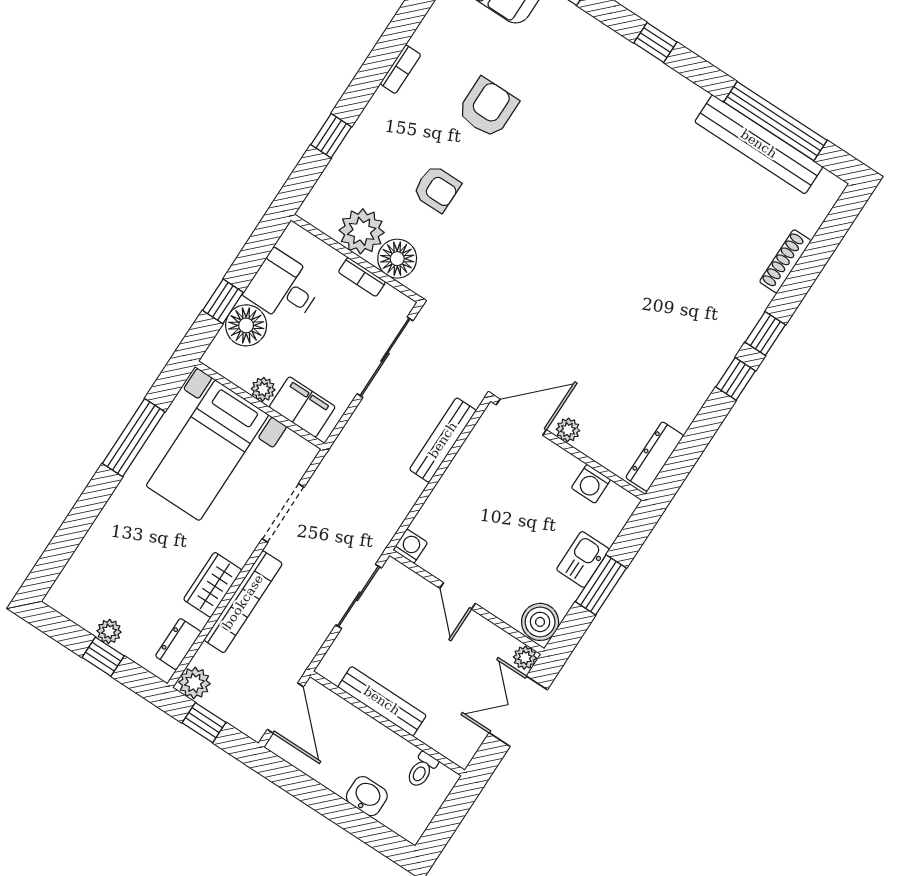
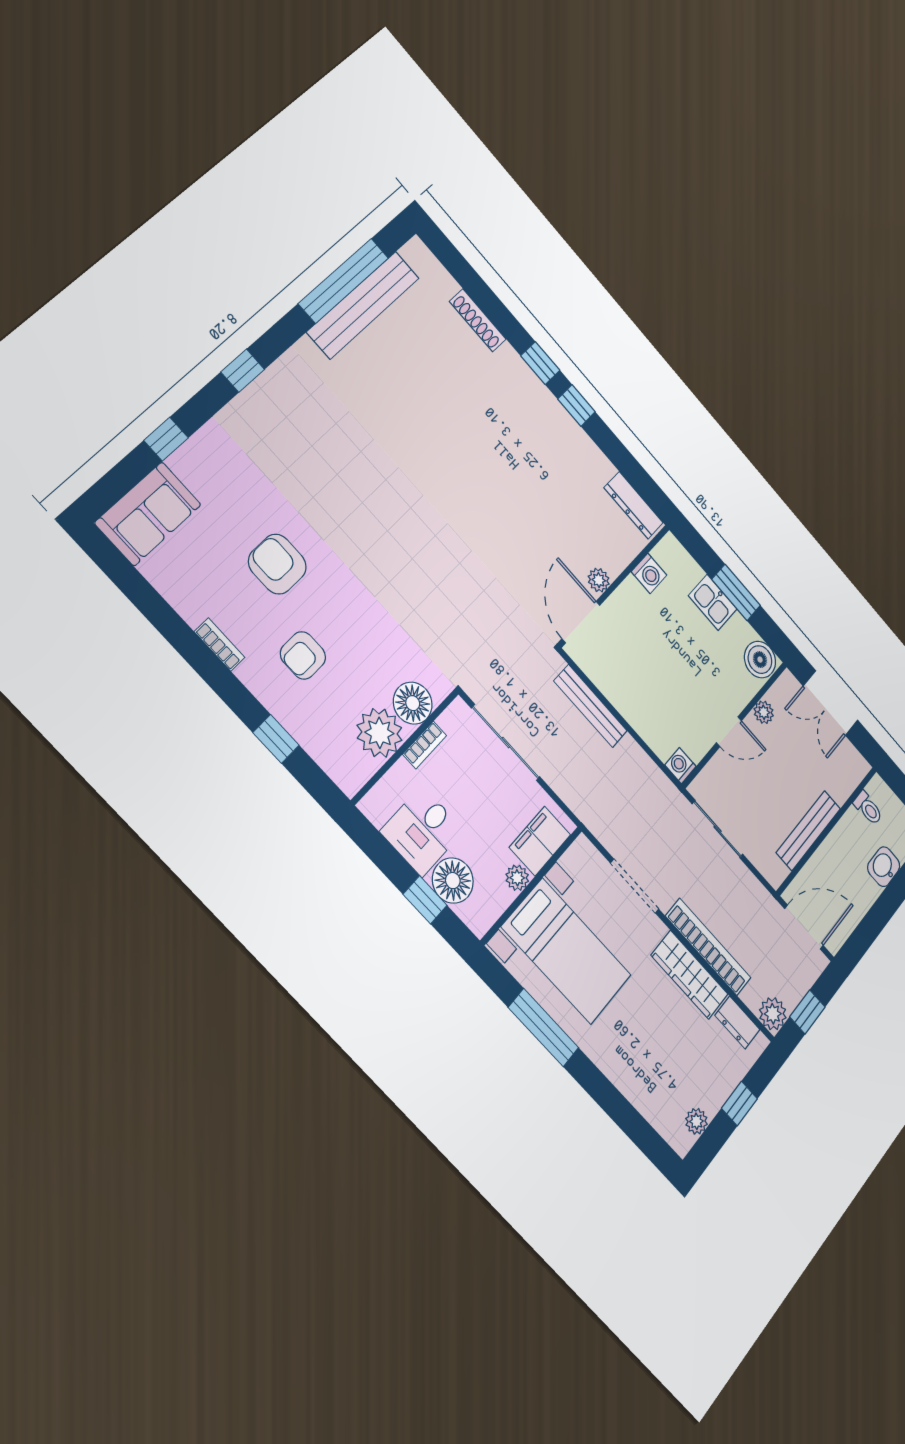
armchair: (437, 189) -> (303, 655), moved, turned 180
wardrobe: (213, 585) -> (690, 975), width x1.50
plant: (109, 631) -> (696, 1121), moved
plant: (525, 658) -> (764, 712), moved

